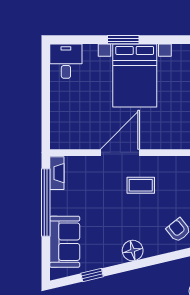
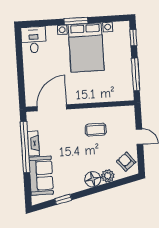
door: (120, 153) -> (52, 108), moved
fireplace: (57, 173) -> (33, 143), moved
plant: (153, 247) -> (108, 176), added

